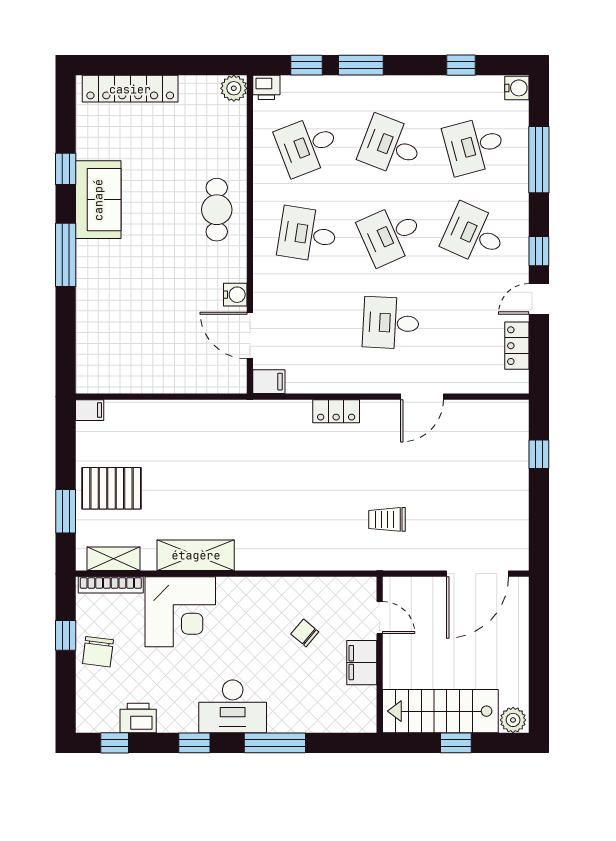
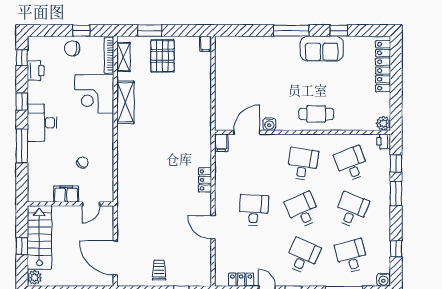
trolley: (387, 519) -> (159, 270), moved

